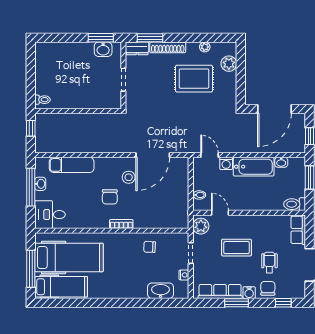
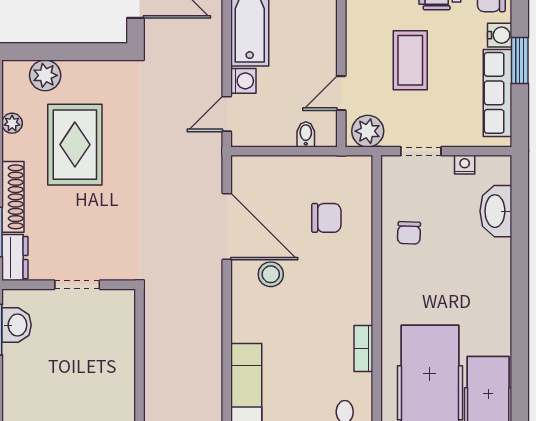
chair: (110, 197) -> (326, 218), moved
bookcase: (121, 224) -> (363, 349), moved

